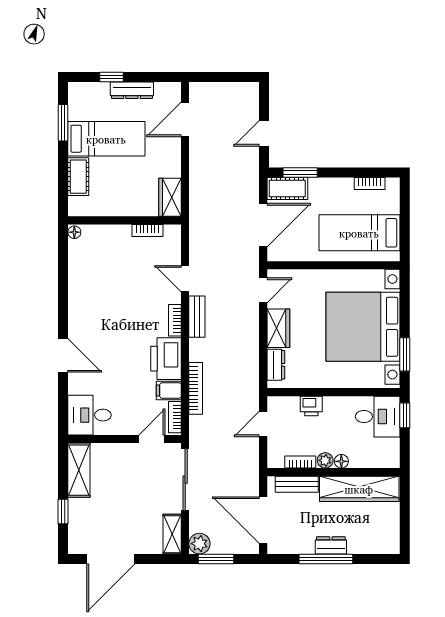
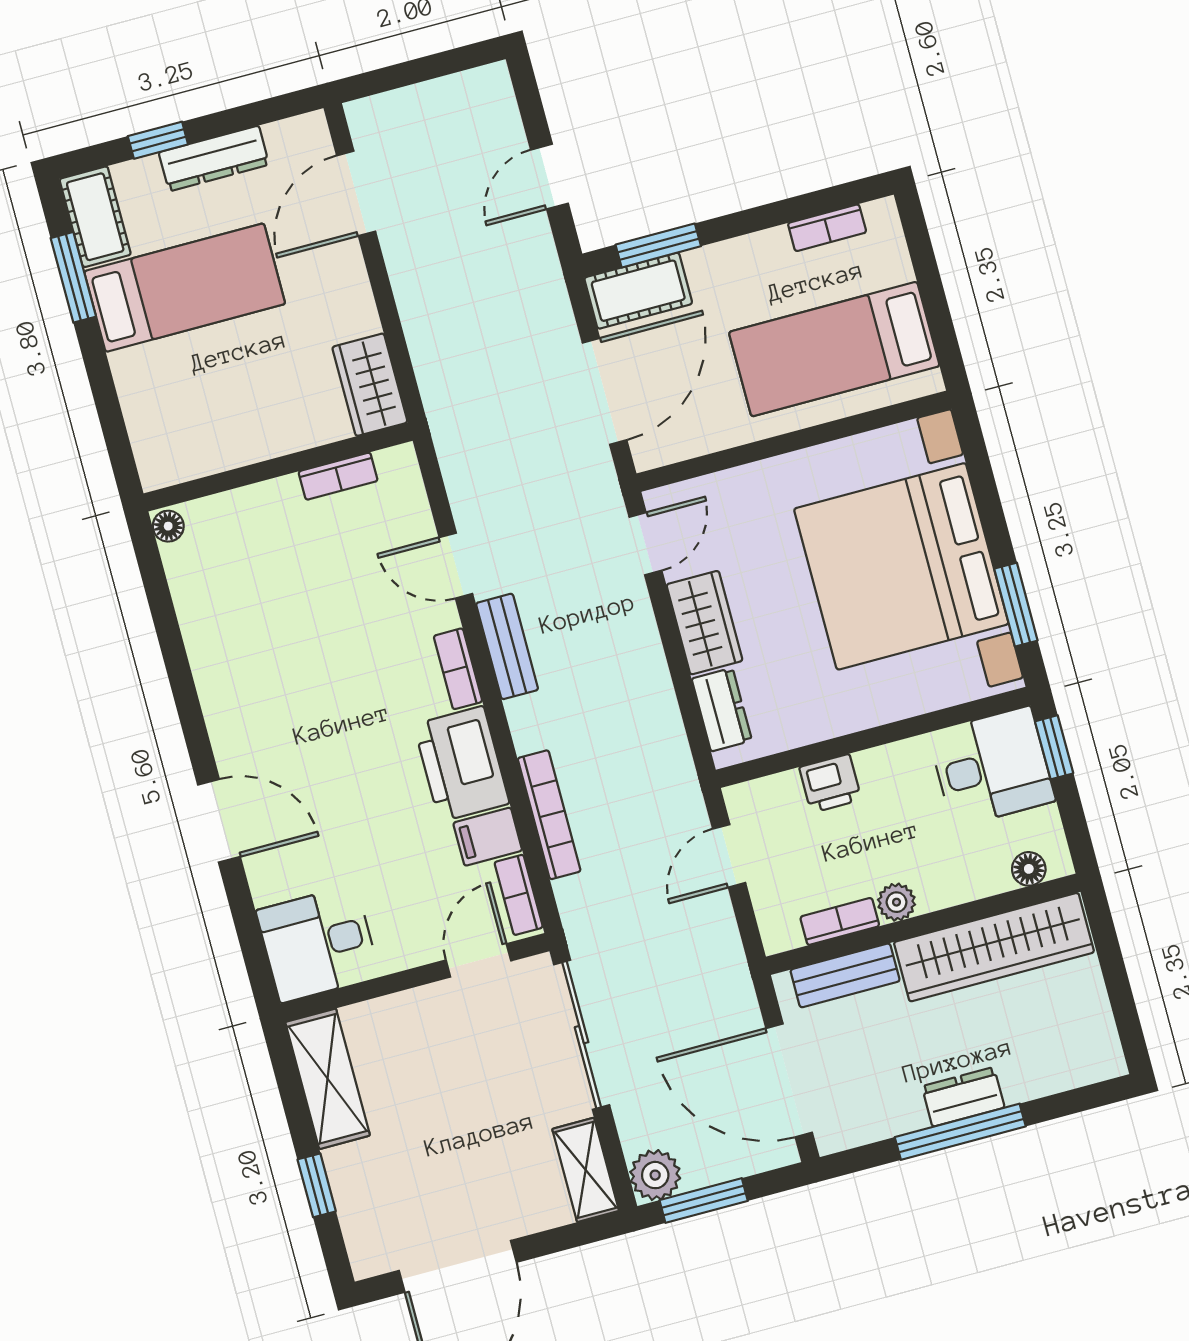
cot: (78, 177) -> (95, 217), moved
floor lamp: (341, 461) -> (1029, 869), moved

